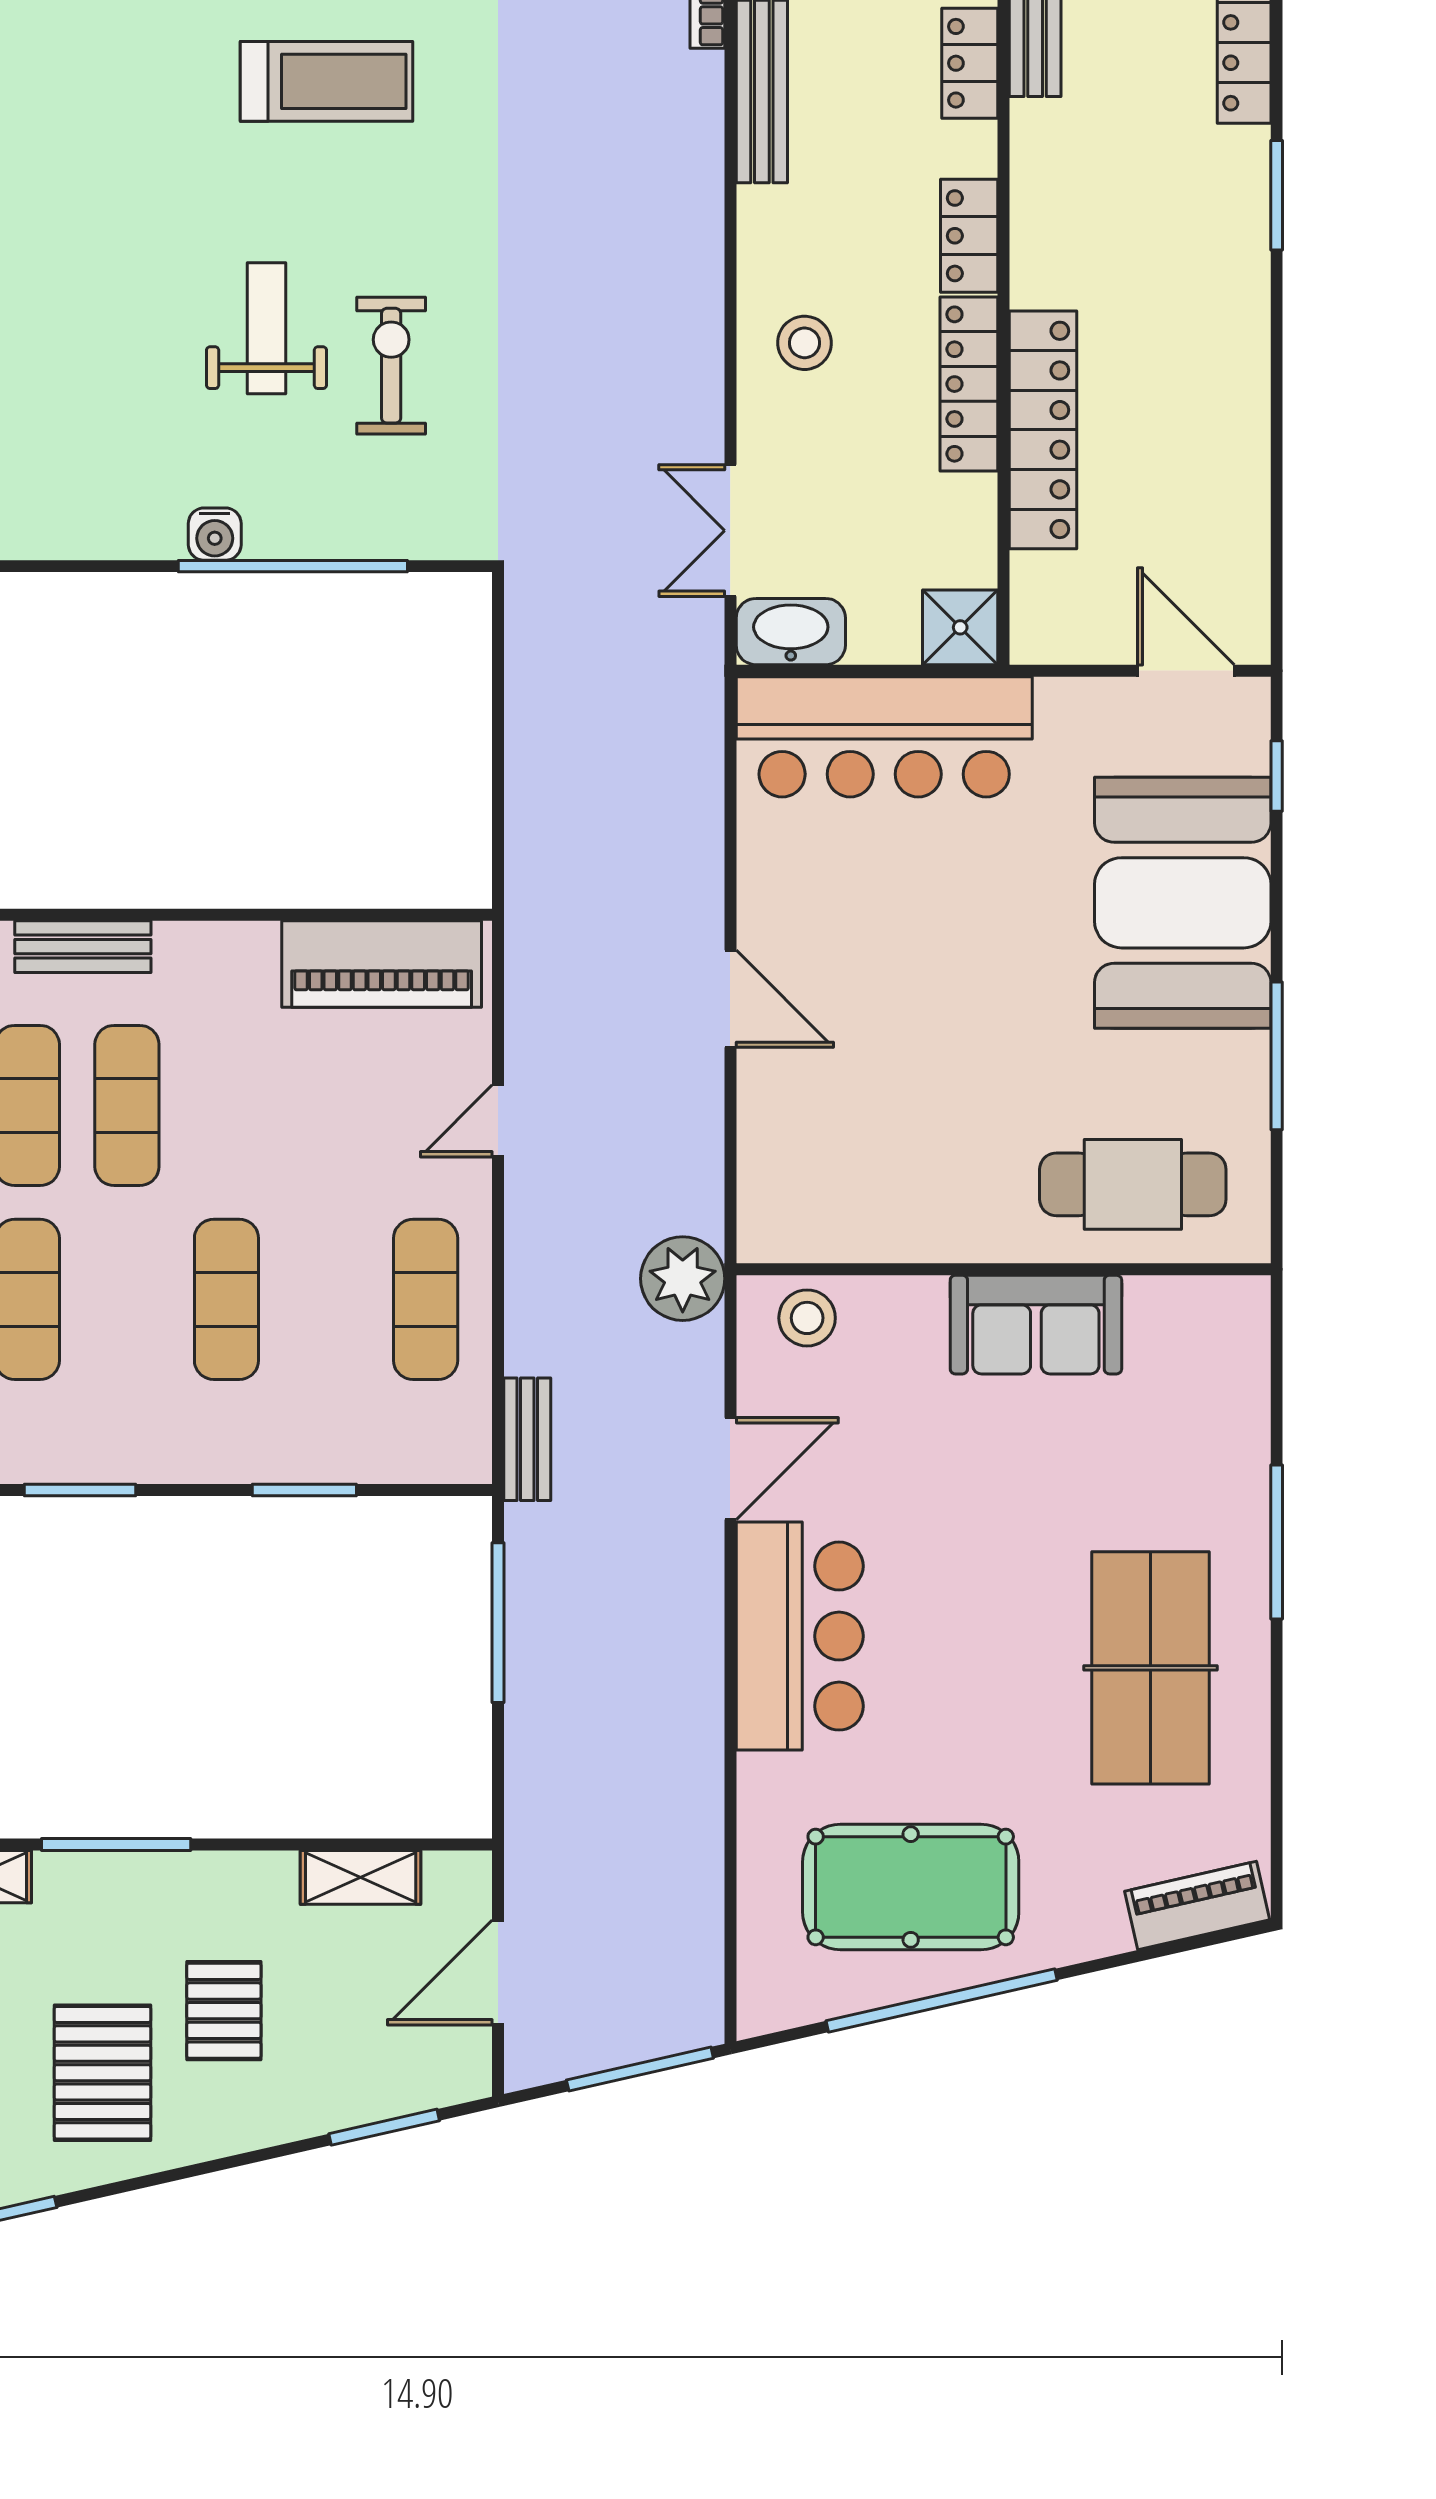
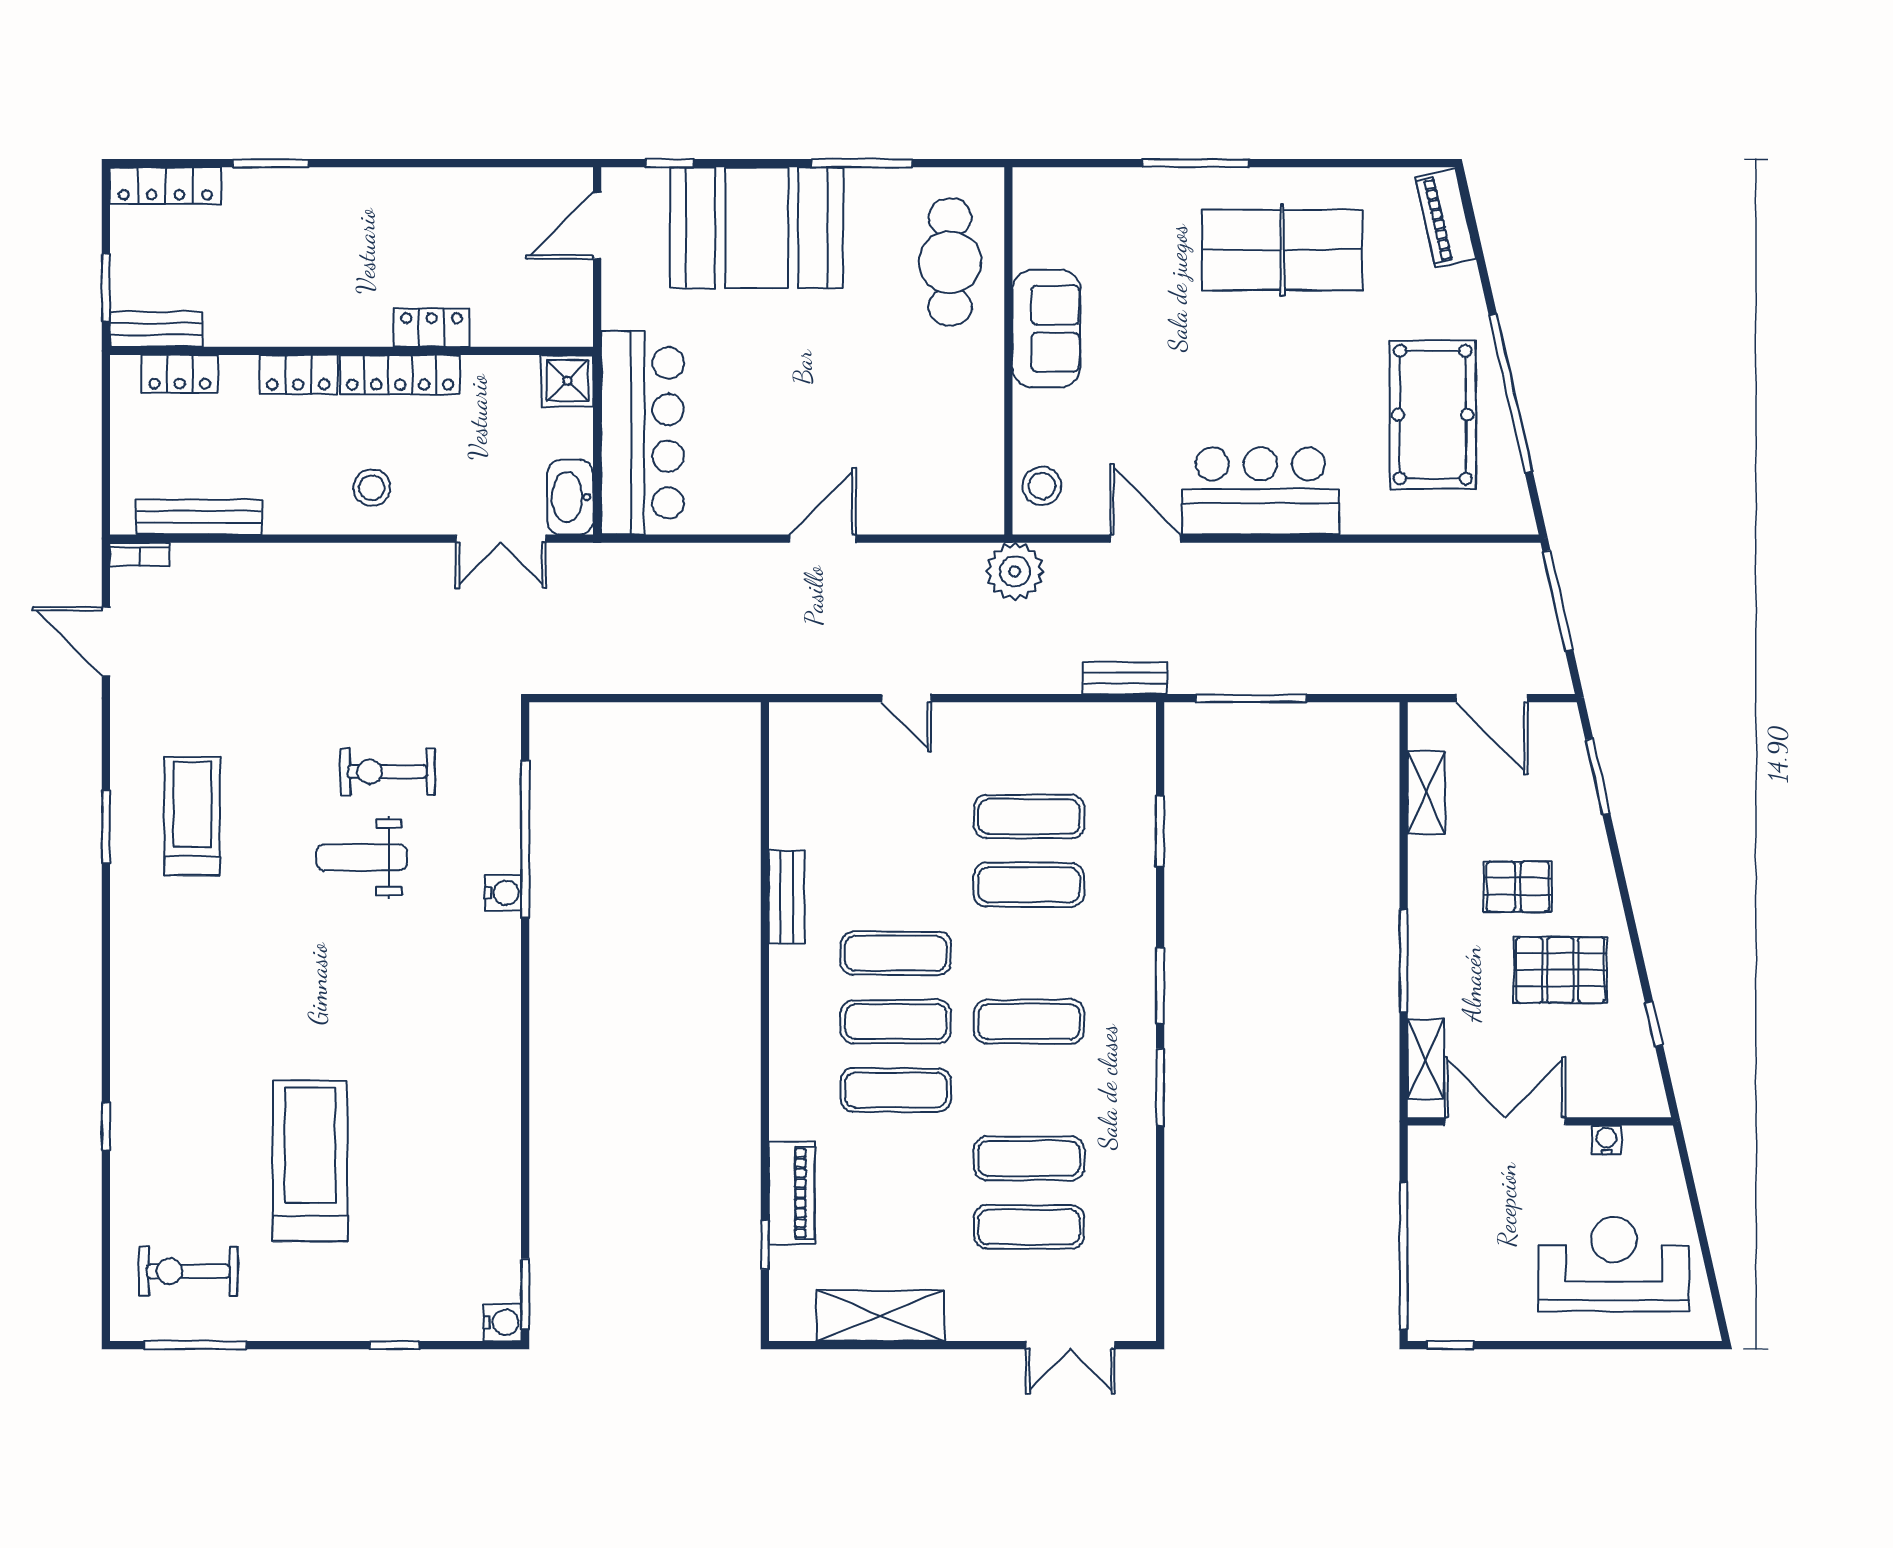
locker: (1043, 430) -> (432, 328), width x0.46, depth x0.83
bench: (83, 947) -> (787, 897), moved
piano: (382, 964) -> (799, 778), removed
exercise mat: (426, 1299) -> (1029, 816), moved

